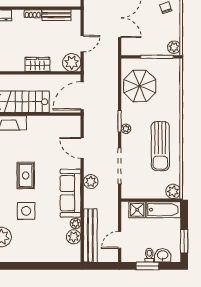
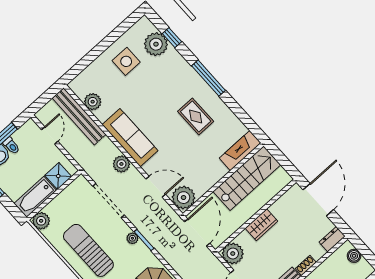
rug: (26, 175) -> (196, 116), moved
side table: (26, 211) -> (126, 61), moved
plant: (75, 223) -> (184, 198), moved, width x1.87, depth x1.87

